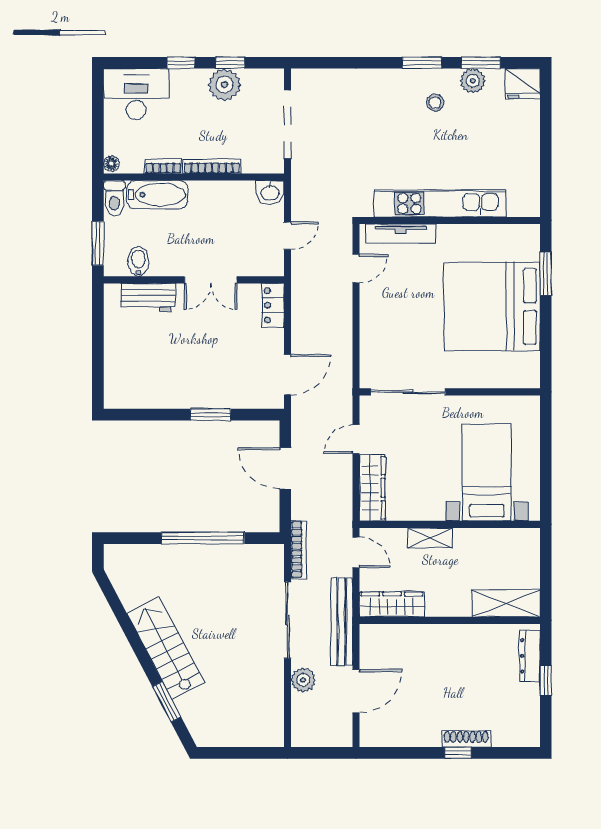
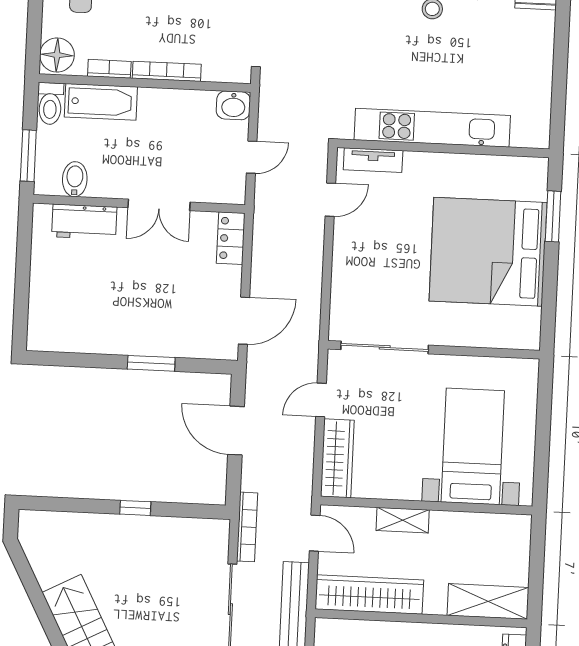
floor lamp: (111, 164) -> (57, 55), width x1.89, depth x1.89
tv unit: (401, 233) -> (373, 160), width x0.71
window: (203, 538) -> (135, 508), width x0.32
wardrobe: (392, 604) -> (369, 595), width x1.40, depth x1.17

